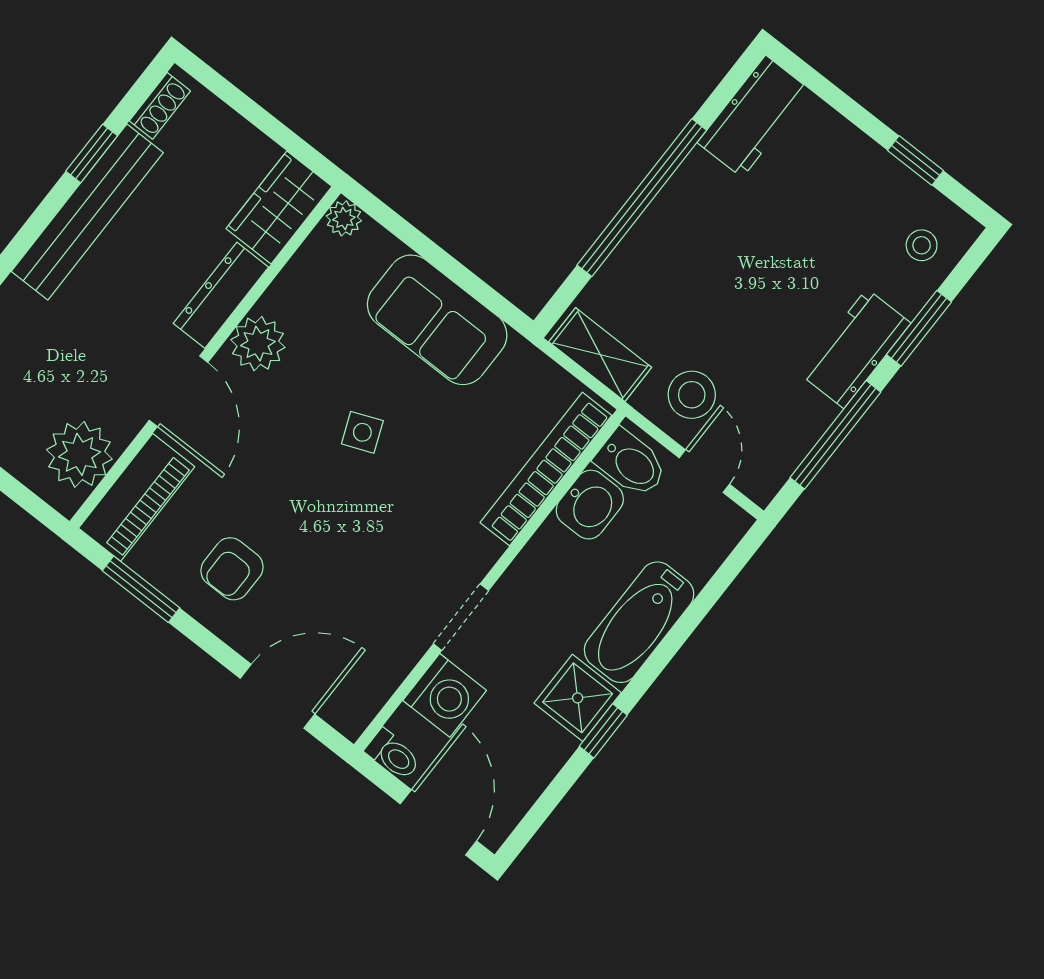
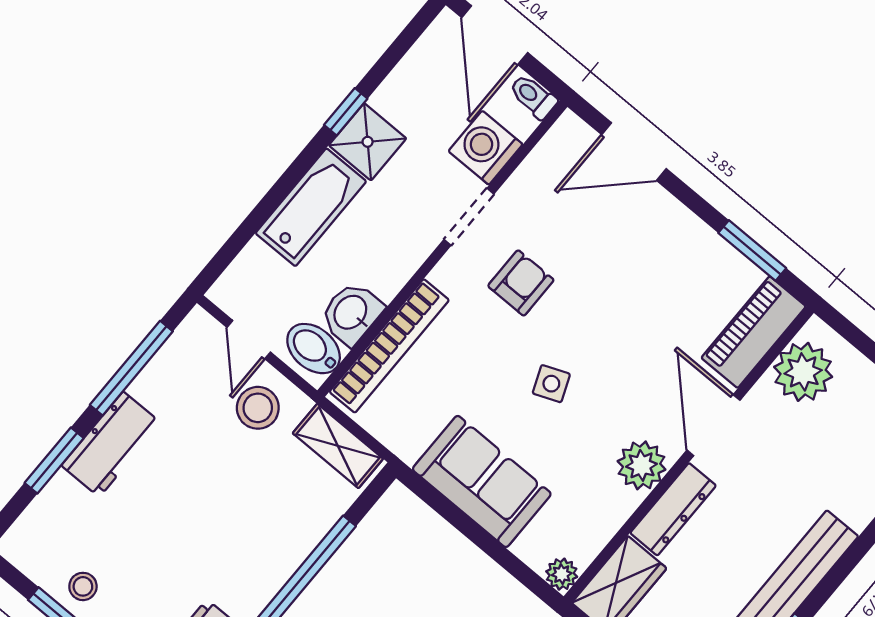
stool: (922, 245) -> (83, 586), moved
armchair: (232, 569) -> (521, 283), moved

